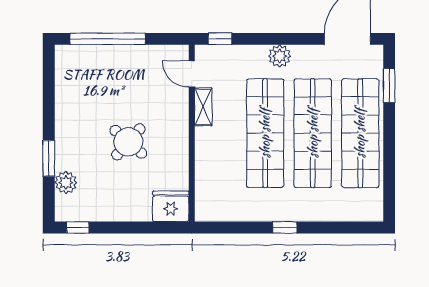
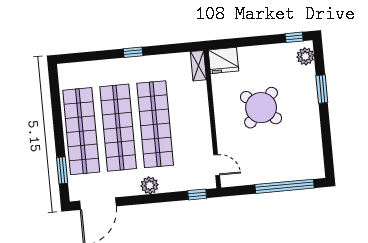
shelving: (203, 107) -> (198, 66), moved
round table: (128, 142) -> (261, 108), width x1.36, depth x1.36
plant: (66, 183) -> (305, 56), moved

